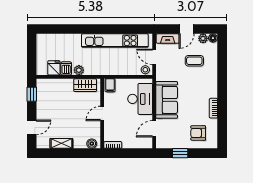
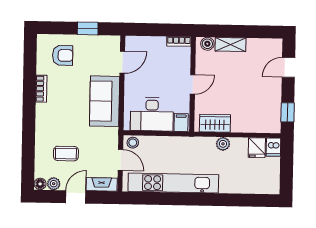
dishwasher: (66, 68) -> (273, 147), moved
desk: (140, 99) -> (152, 114), moved, turned -90
shelving: (61, 143) -> (231, 44), moved

